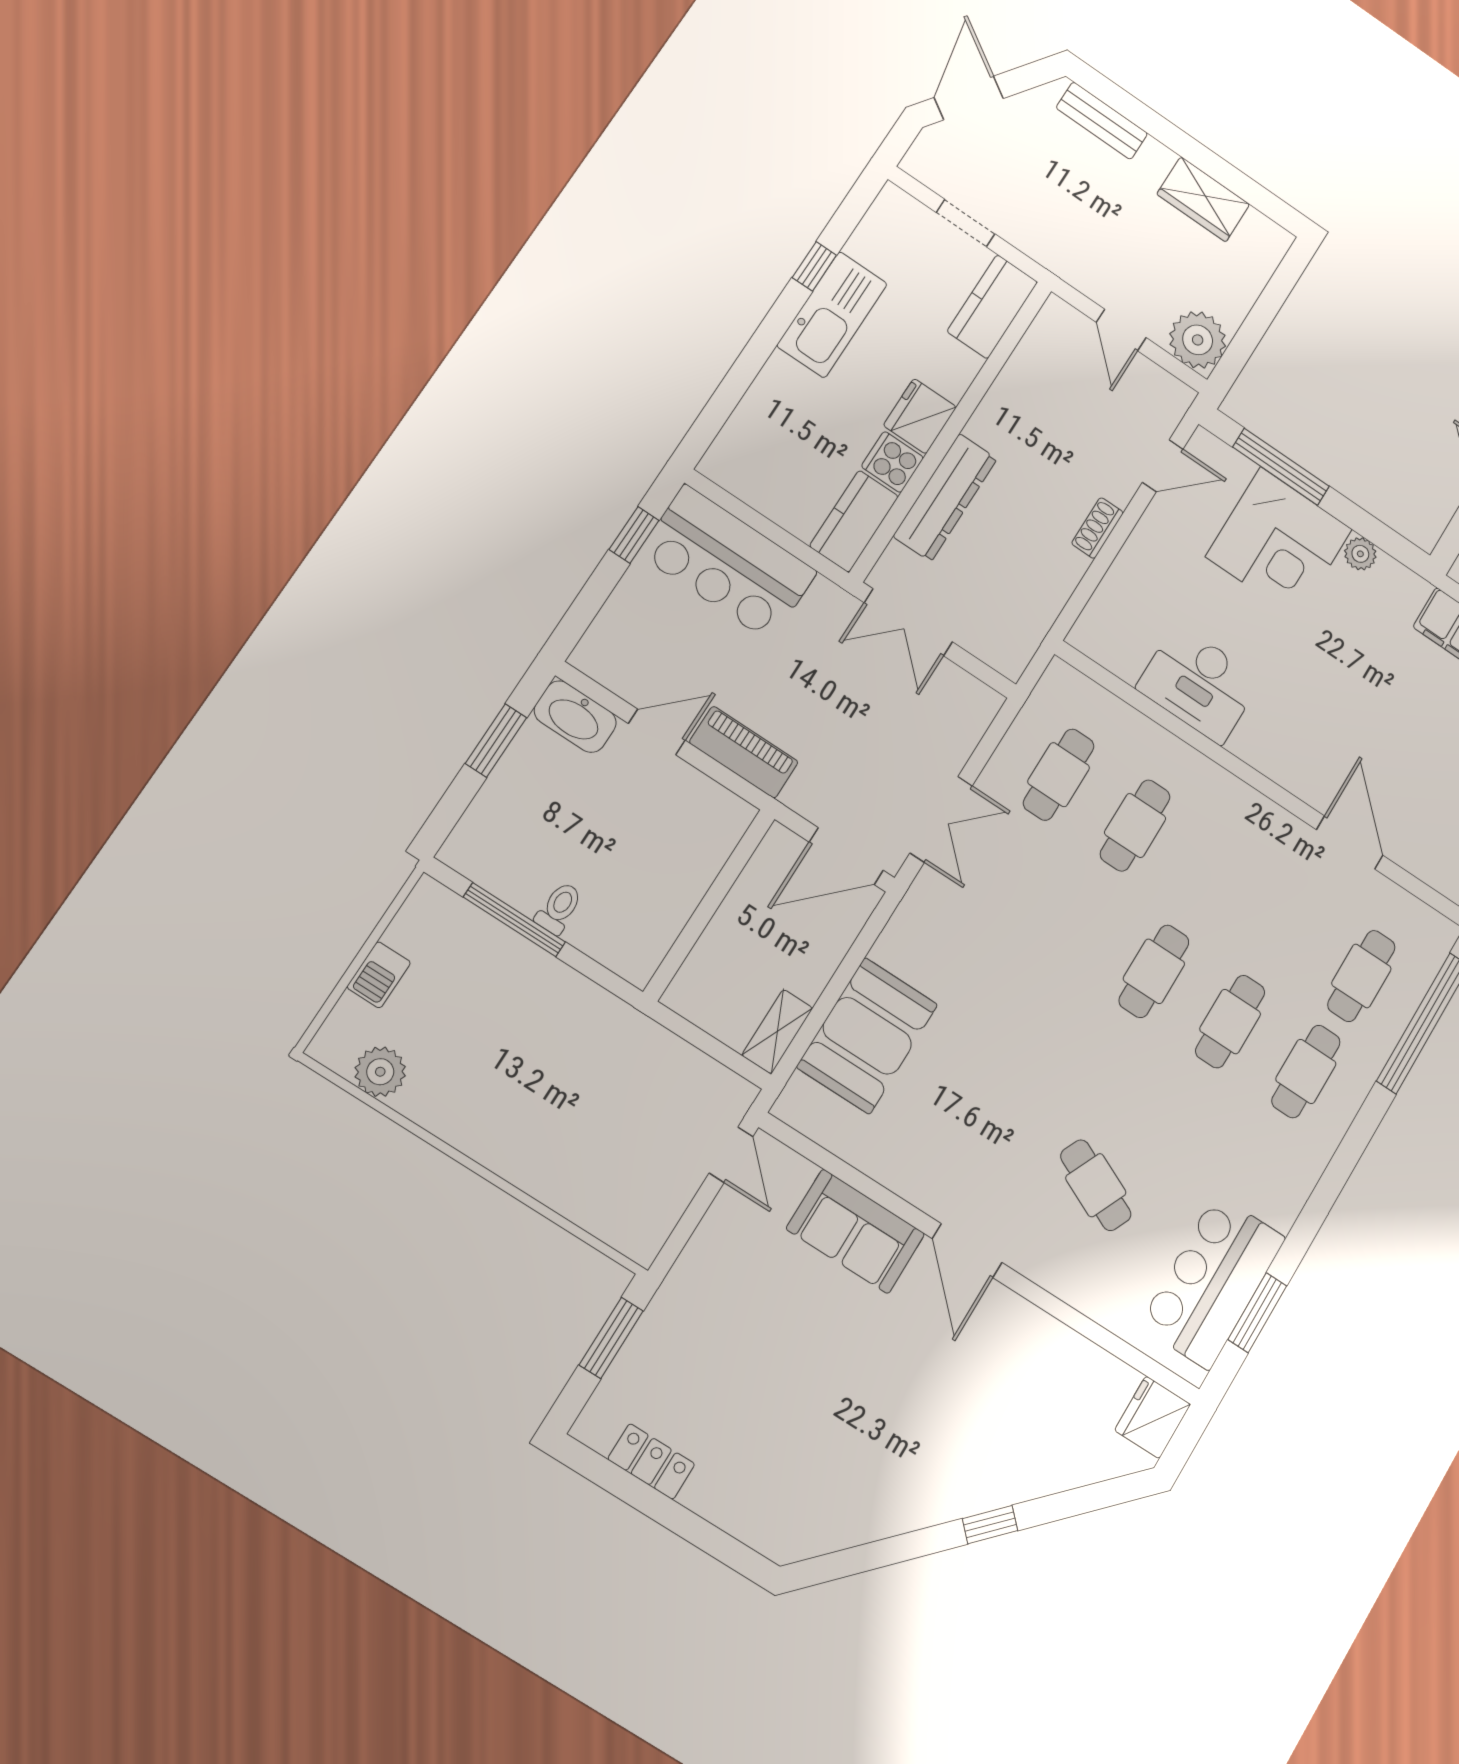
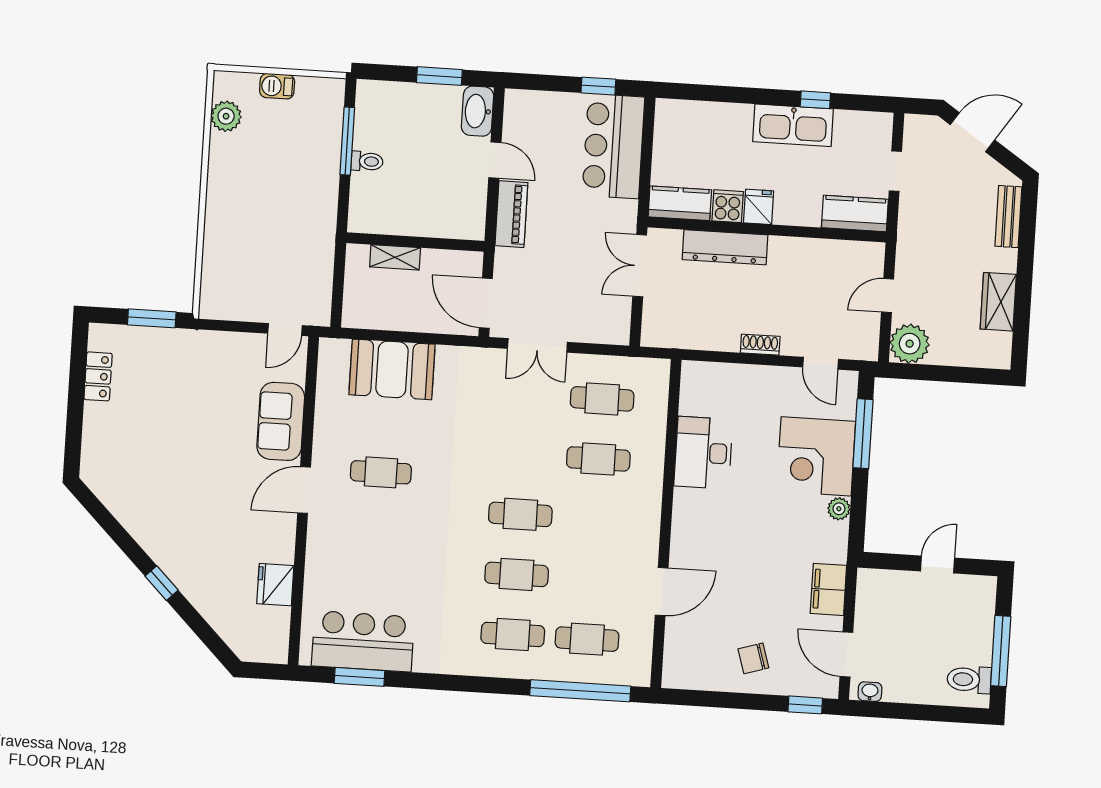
fridge: (920, 416) -> (759, 207), width x0.72
shelving: (777, 1032) -> (395, 257), moved
cafe table: (1096, 1185) -> (381, 472), moved, turned 65
fridge: (1153, 1417) -> (275, 585), moved, turned -90

